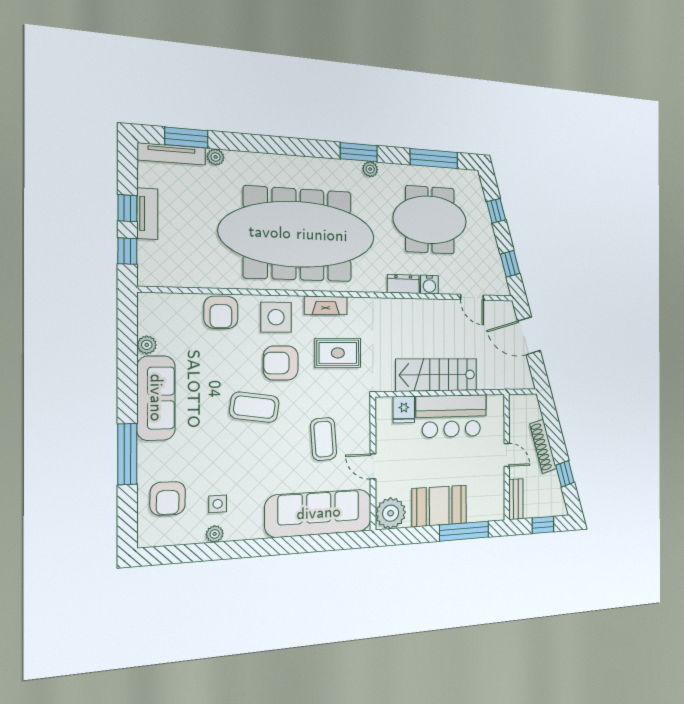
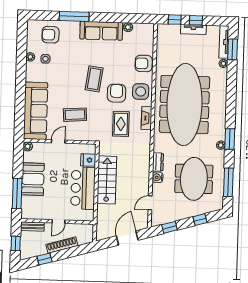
plant: (391, 513) -> (28, 146), width x0.53, depth x0.53

